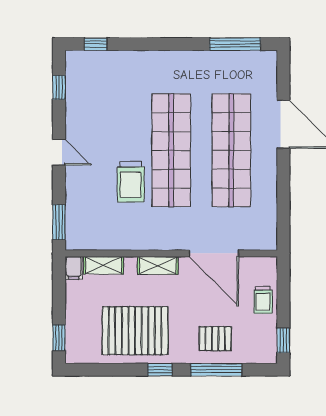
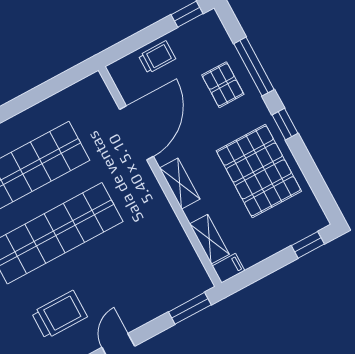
trolley: (131, 182) -> (59, 315), moved

